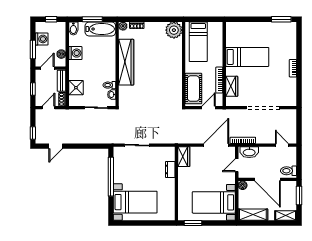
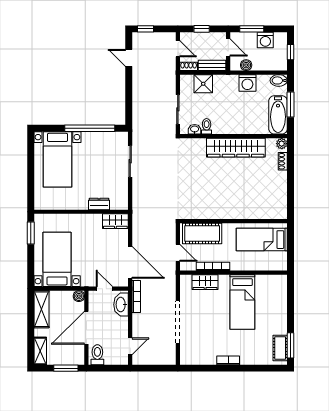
cot: (283, 27) -> (280, 348), added
plant: (174, 30) -> (277, 209), removed

